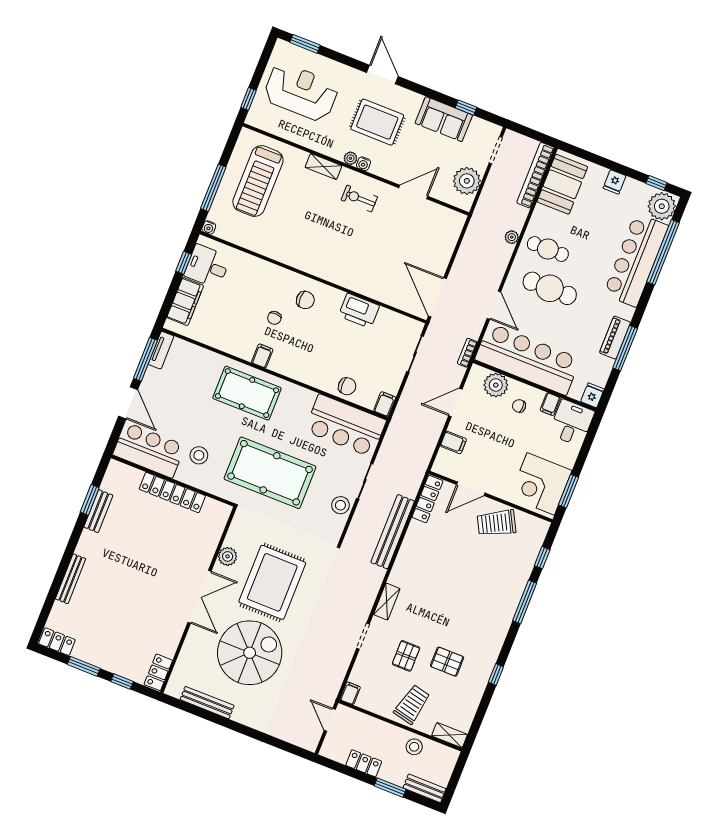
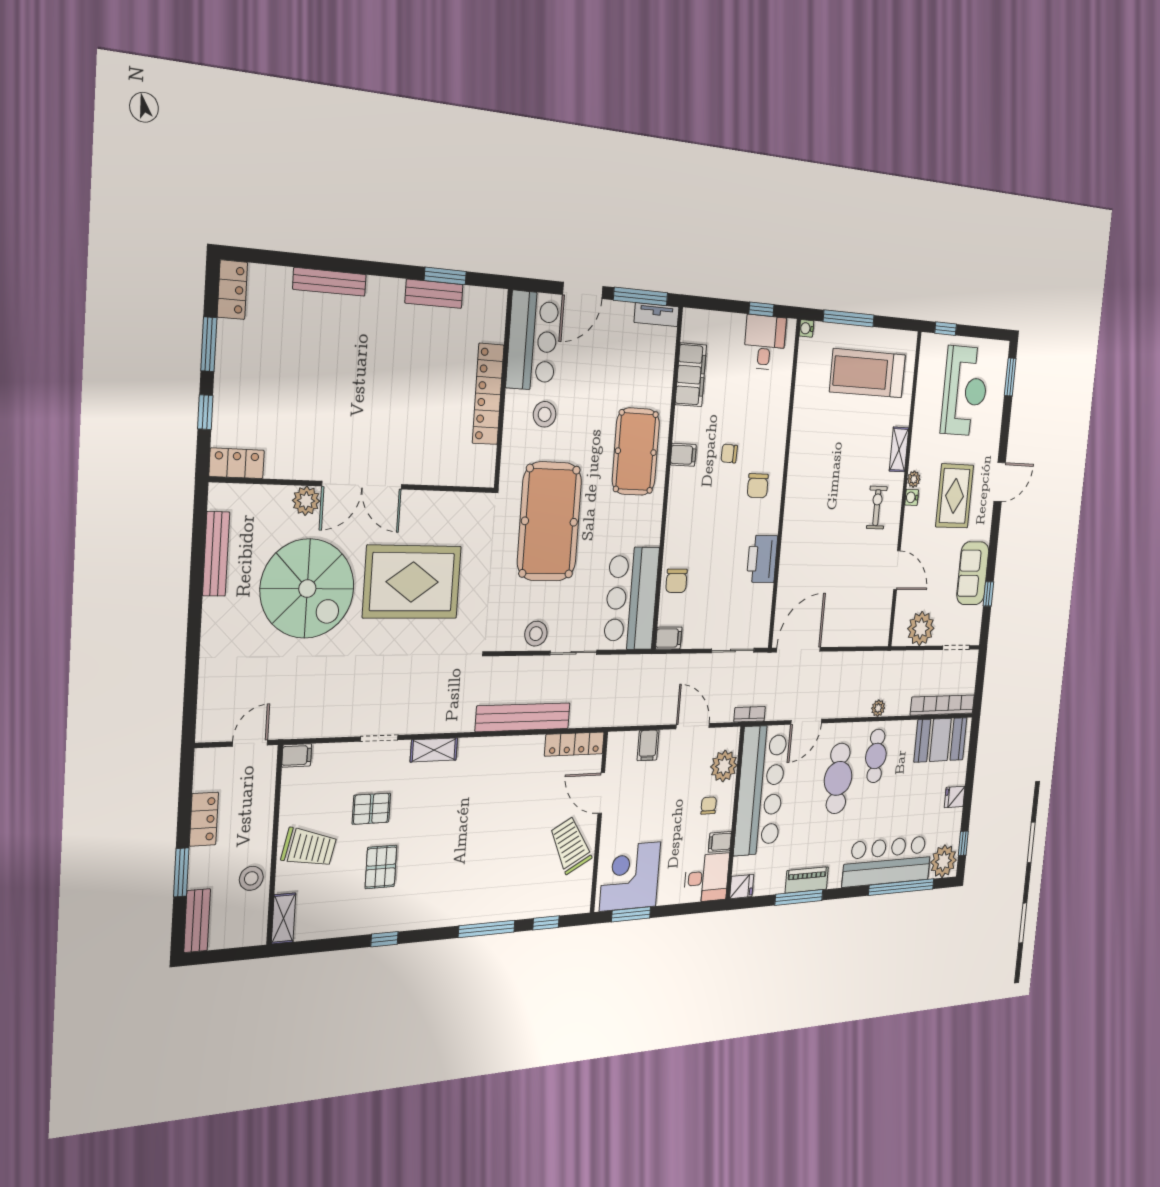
filing cabinet: (185, 302) -> (691, 375), moved, turned -90
plant: (228, 556) -> (306, 501), moved

